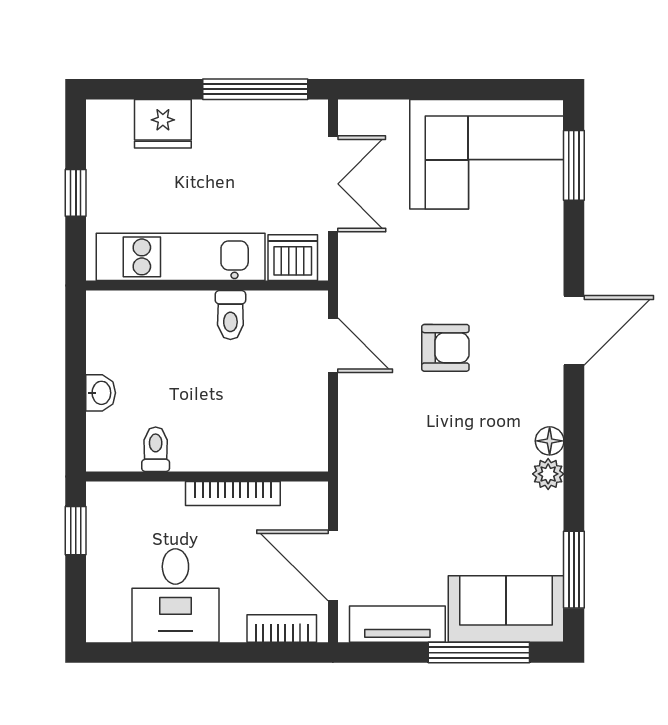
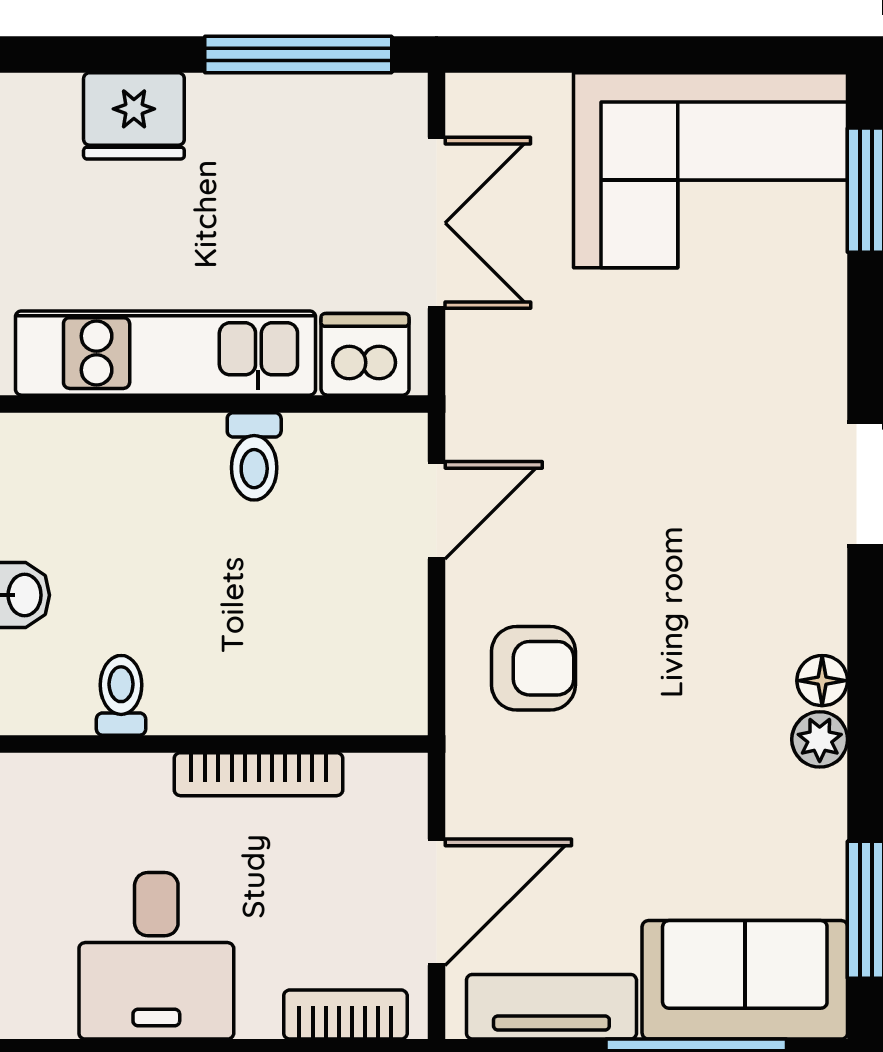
door: (333, 345) -> (437, 510), hinge flipped
armchair: (445, 348) -> (533, 668), moved
door: (333, 565) -> (437, 902), swing flipped

